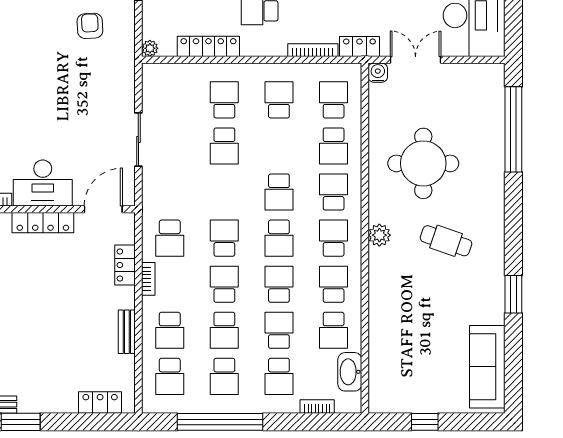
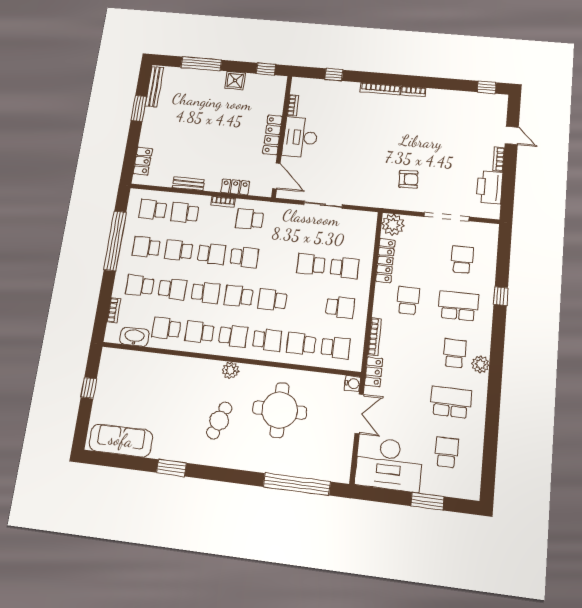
plant: (150, 48) -> (393, 225), width x1.88, depth x1.88
school desk: (334, 284) -> (200, 332), turned 180

